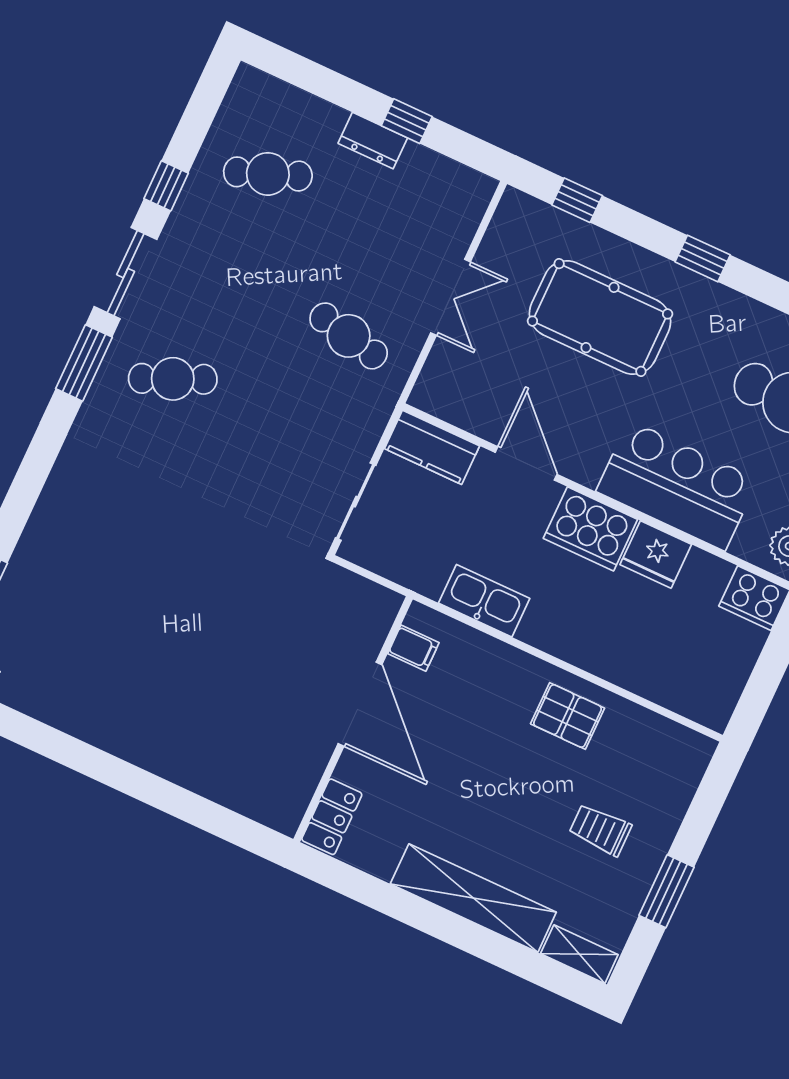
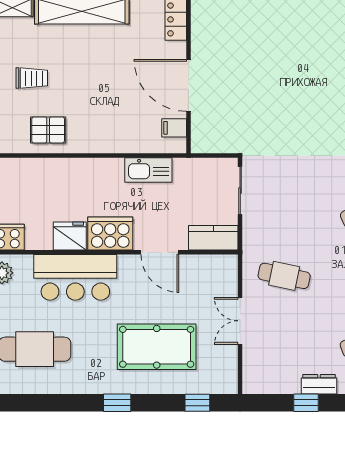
pallet: (568, 716) -> (48, 130), moved

